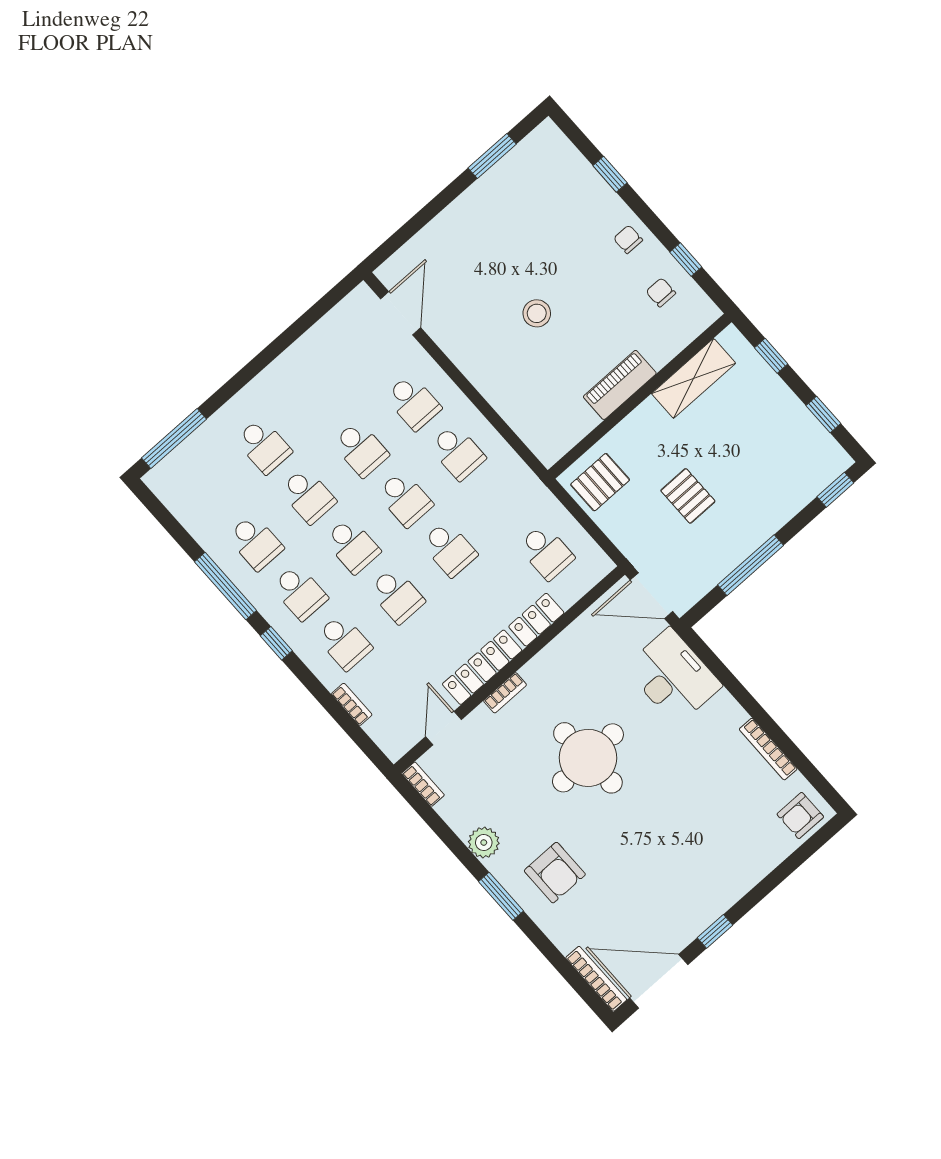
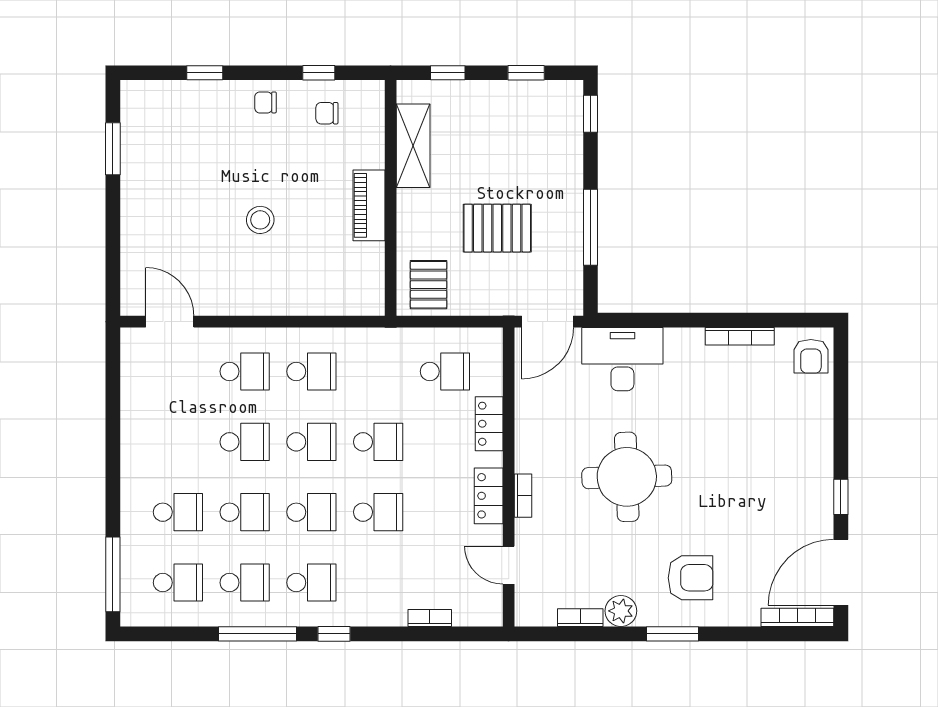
pallet: (688, 496) -> (497, 228), width x1.50, depth x1.42
school desk: (344, 642) -> (178, 583), moved
locker: (482, 667) -> (489, 496), width x0.66
bookcase: (423, 784) -> (580, 618), moved

